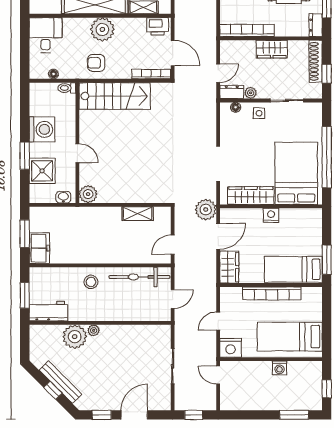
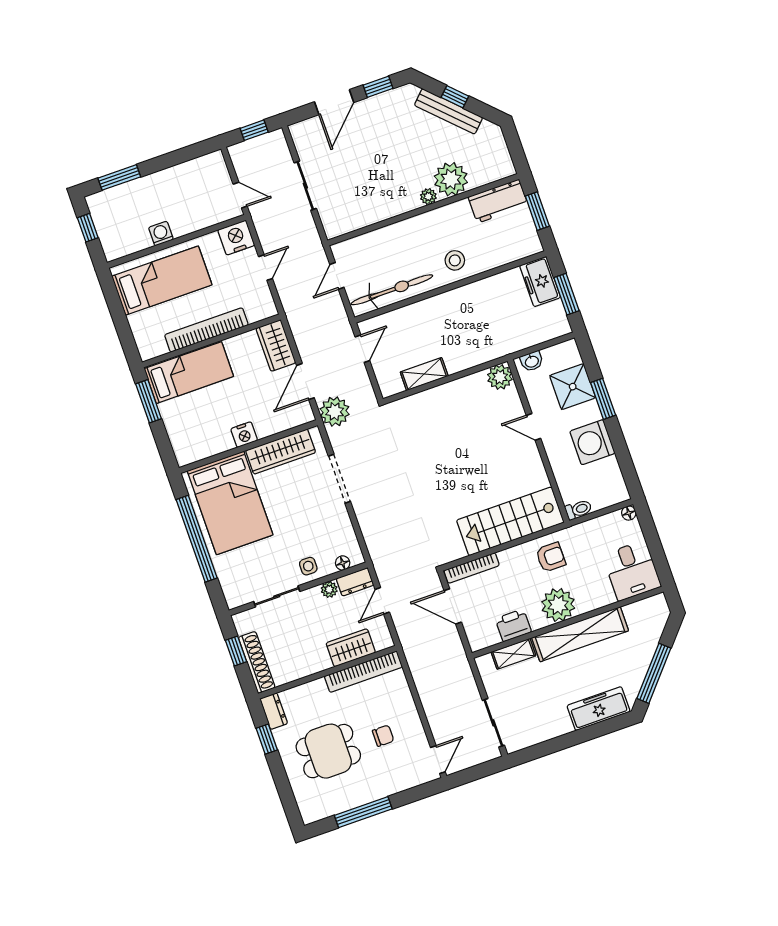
printer: (158, 26) -> (513, 625), moved
wardrobe: (272, 49) -> (351, 648), moved
floor lamp: (53, 74) -> (629, 513), moved

